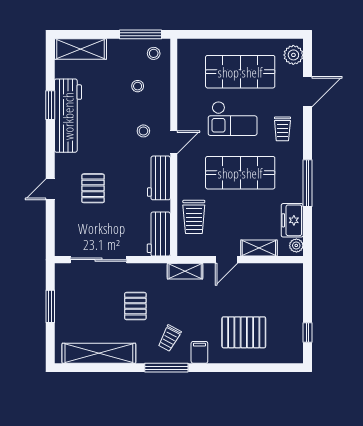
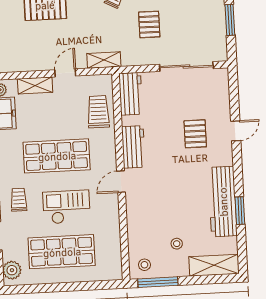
stool: (138, 86) -> (177, 244), moved
stool: (143, 131) -> (150, 191), removed

